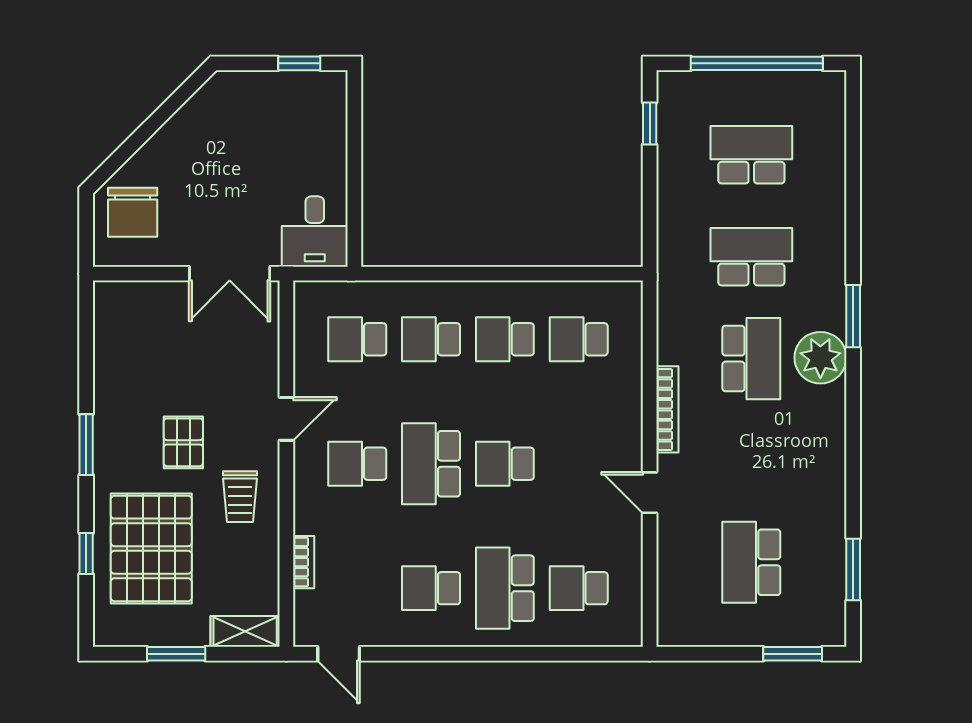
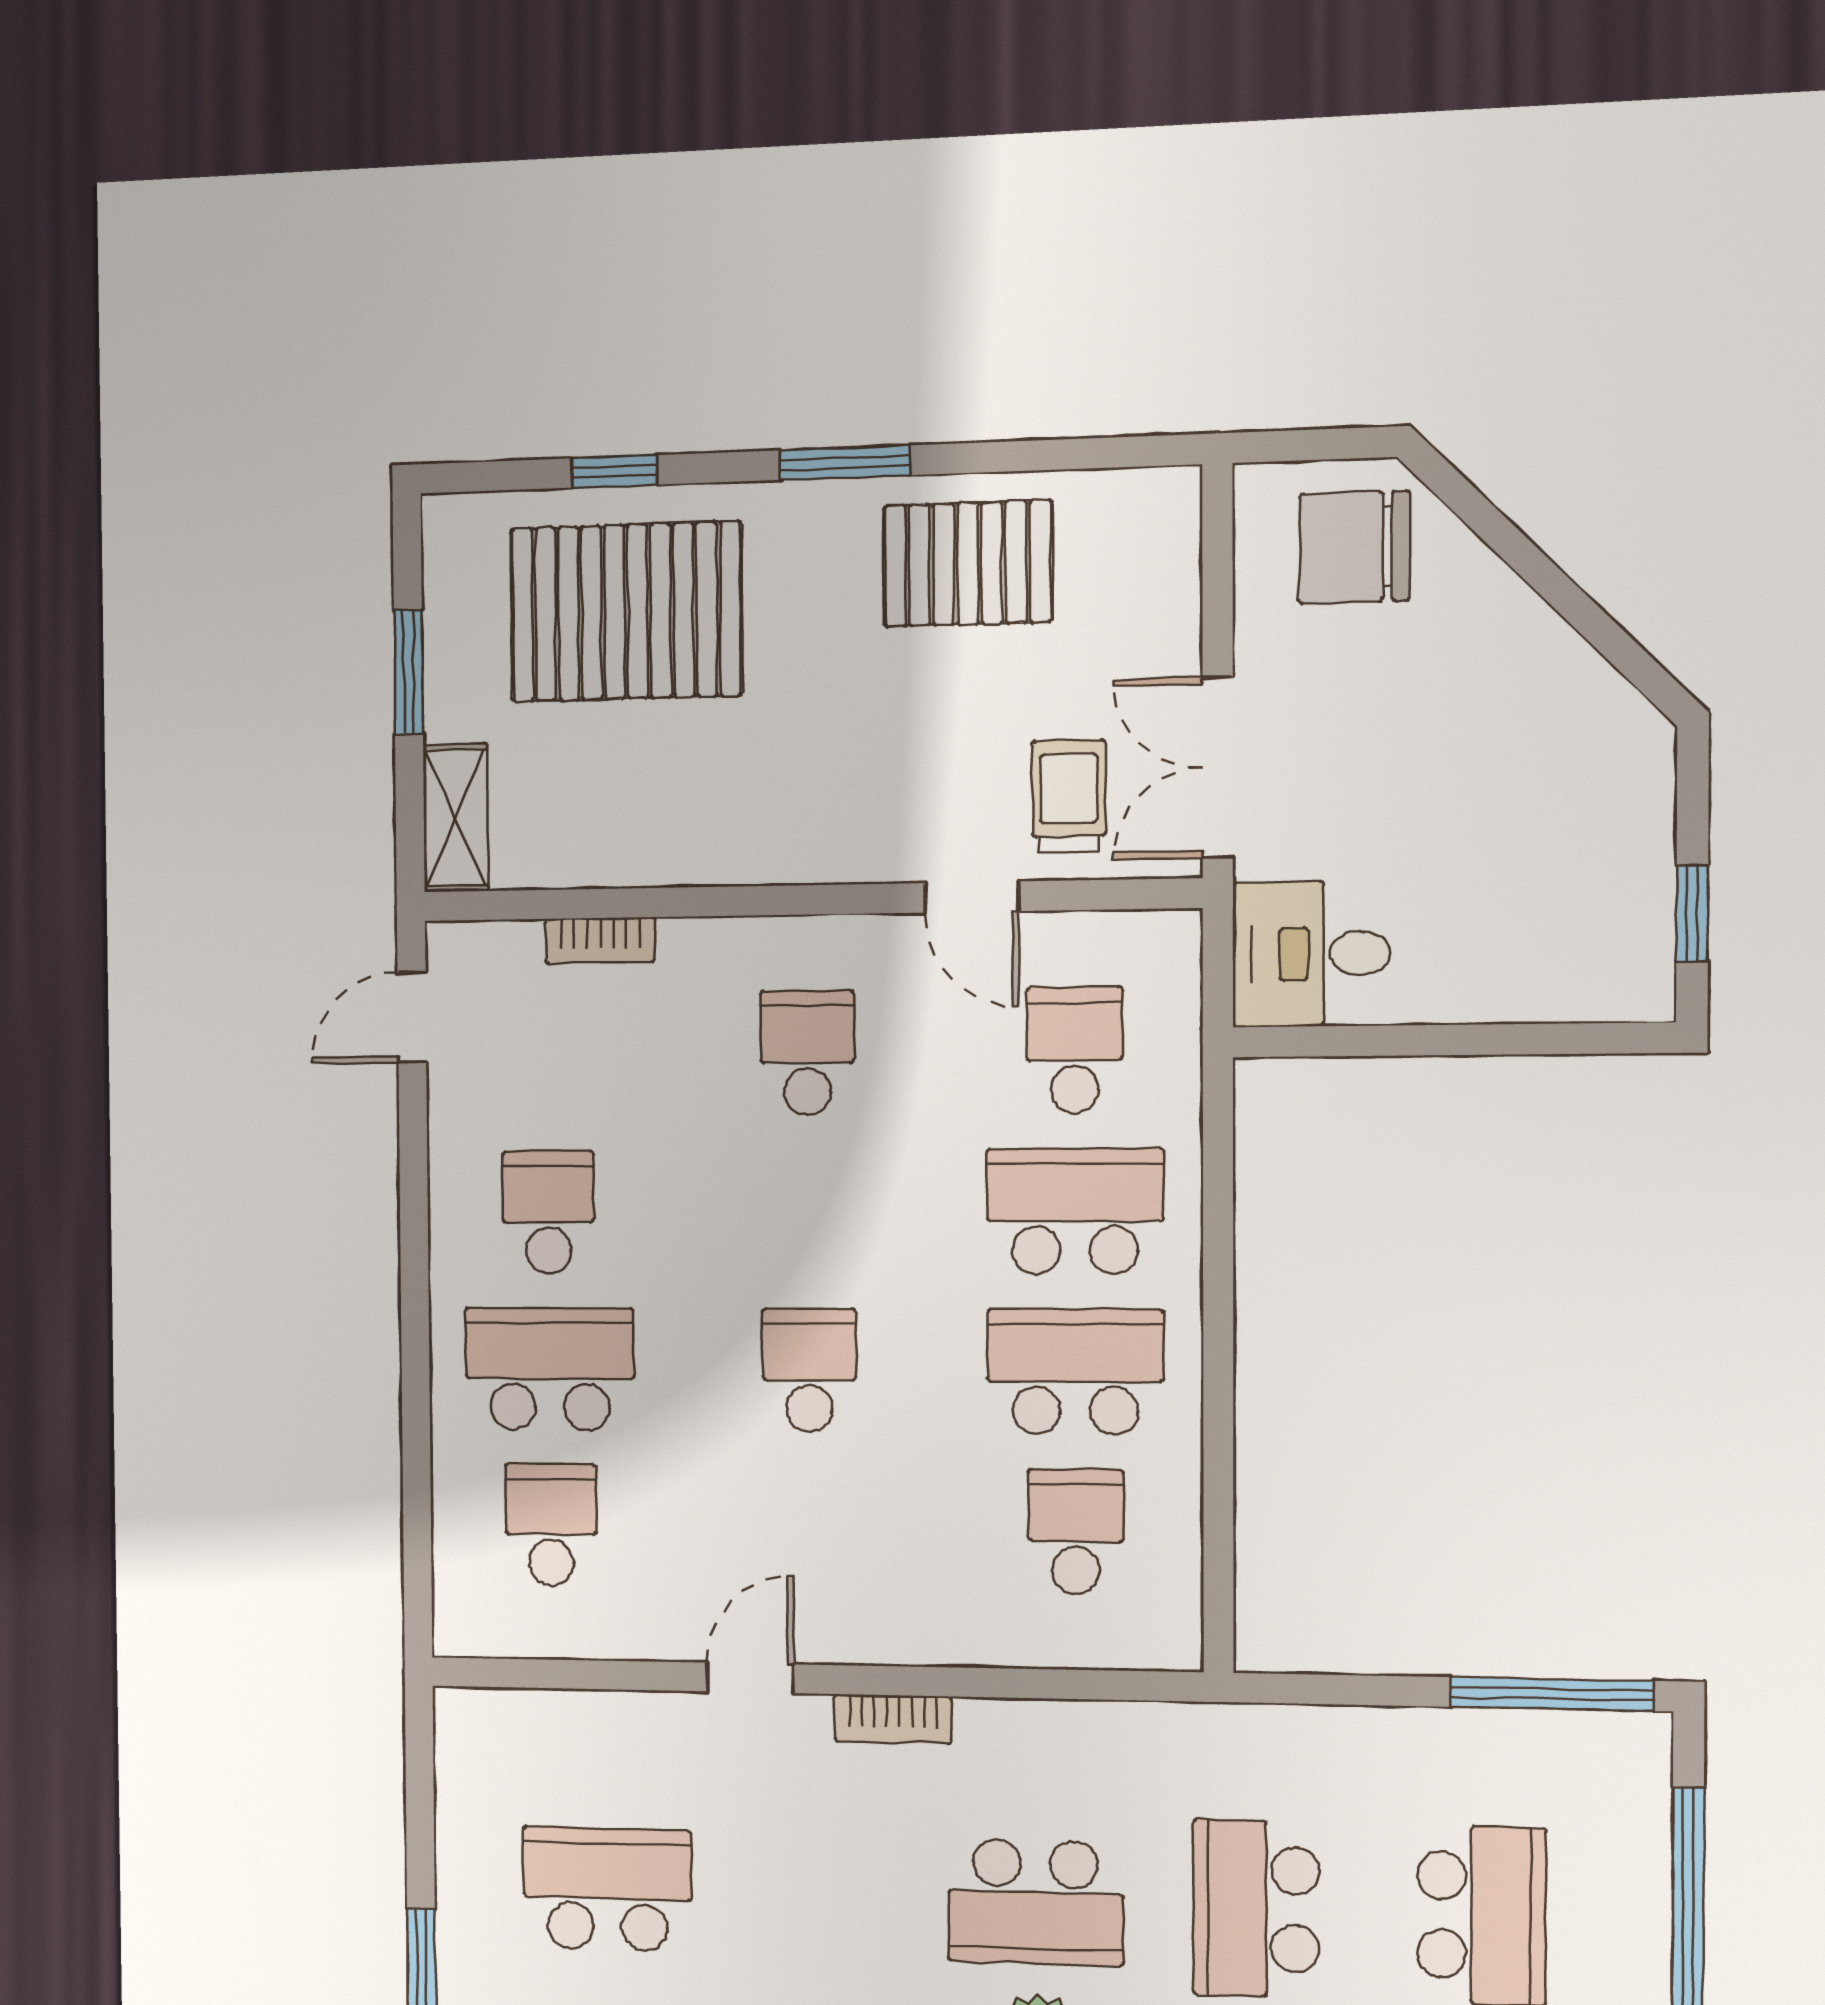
window: (650, 124) -> (1552, 1694), width x2.17
school desk: (751, 257) -> (1256, 1909), turned 180
school desk: (431, 339) -> (1075, 1211), width x1.85
school desk: (505, 339) -> (1075, 1372), width x1.85
bookcase: (667, 409) -> (893, 1719), width x0.64
door: (286, 419) -> (972, 897), moved
pallet: (183, 442) -> (968, 564), moved, width x1.50, depth x1.42
school desk: (431, 464) -> (808, 1212), removed
trolley: (240, 497) -> (1069, 796), moved, turned 90

